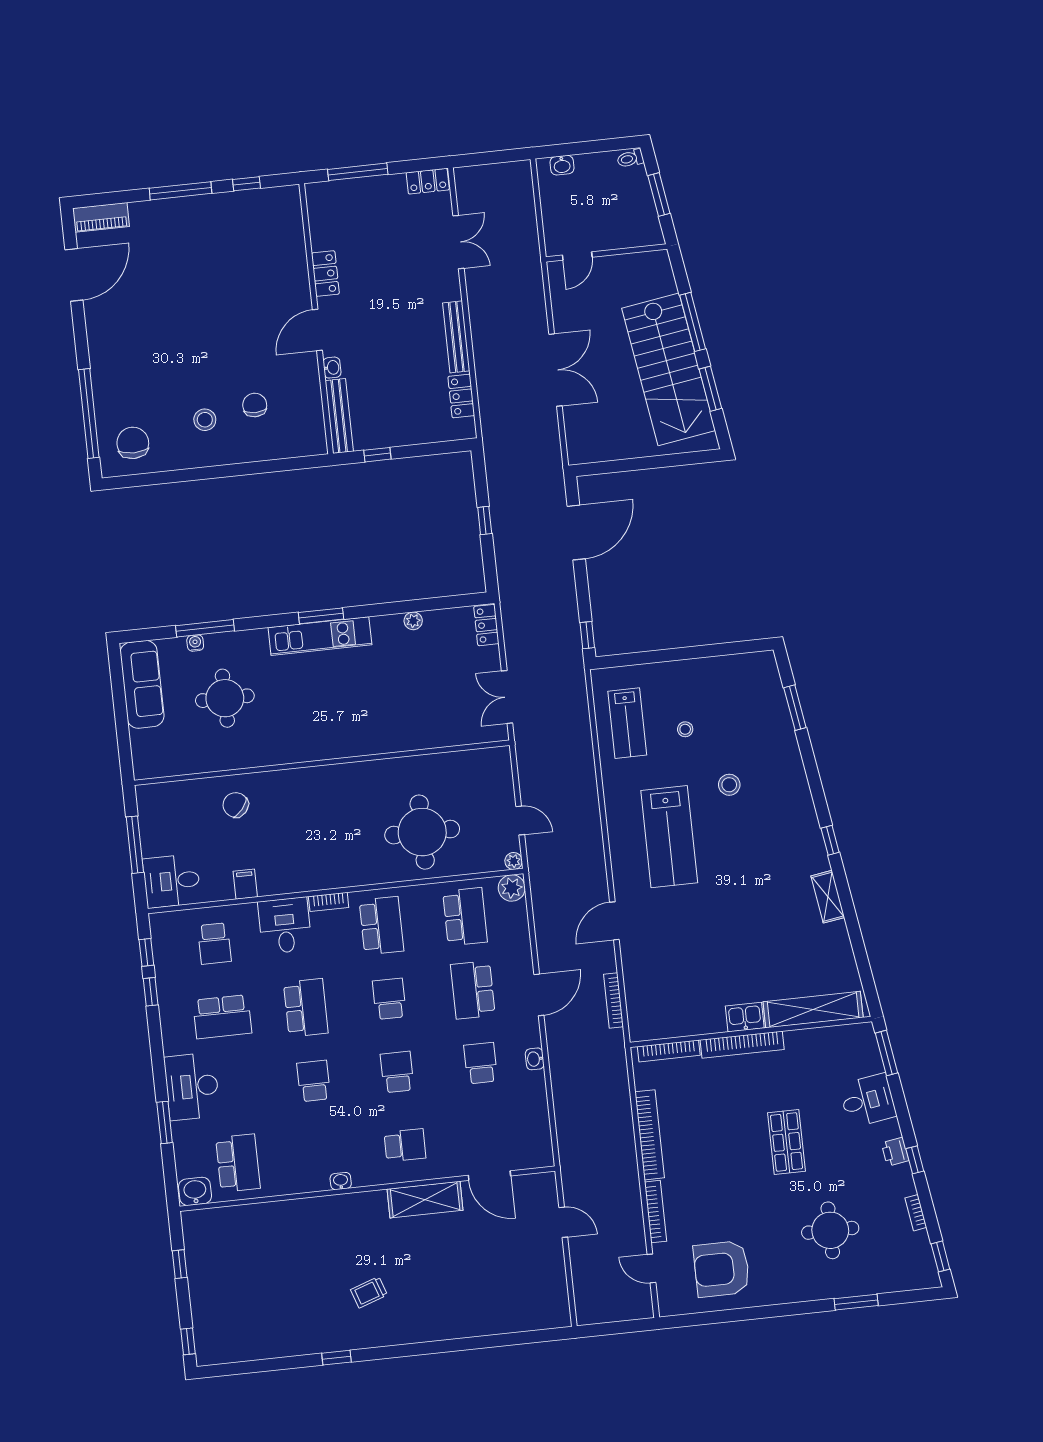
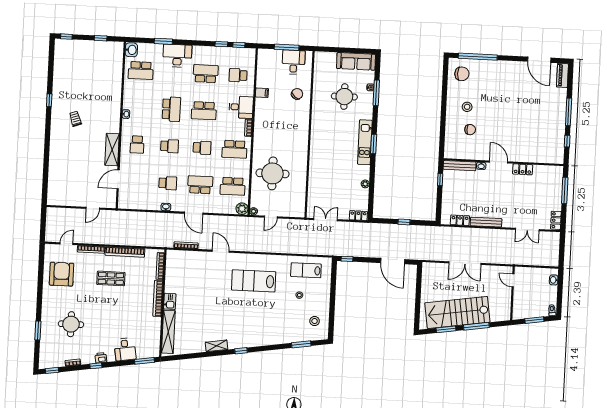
stool: (729, 785) -> (315, 321), moved
desk: (172, 881) -> (294, 62), moved
school desk: (222, 1017) -> (206, 74), turned 90
school desk: (314, 1081) -> (171, 109), width x1.85
shop shelf: (787, 1142) -> (111, 278), moved

